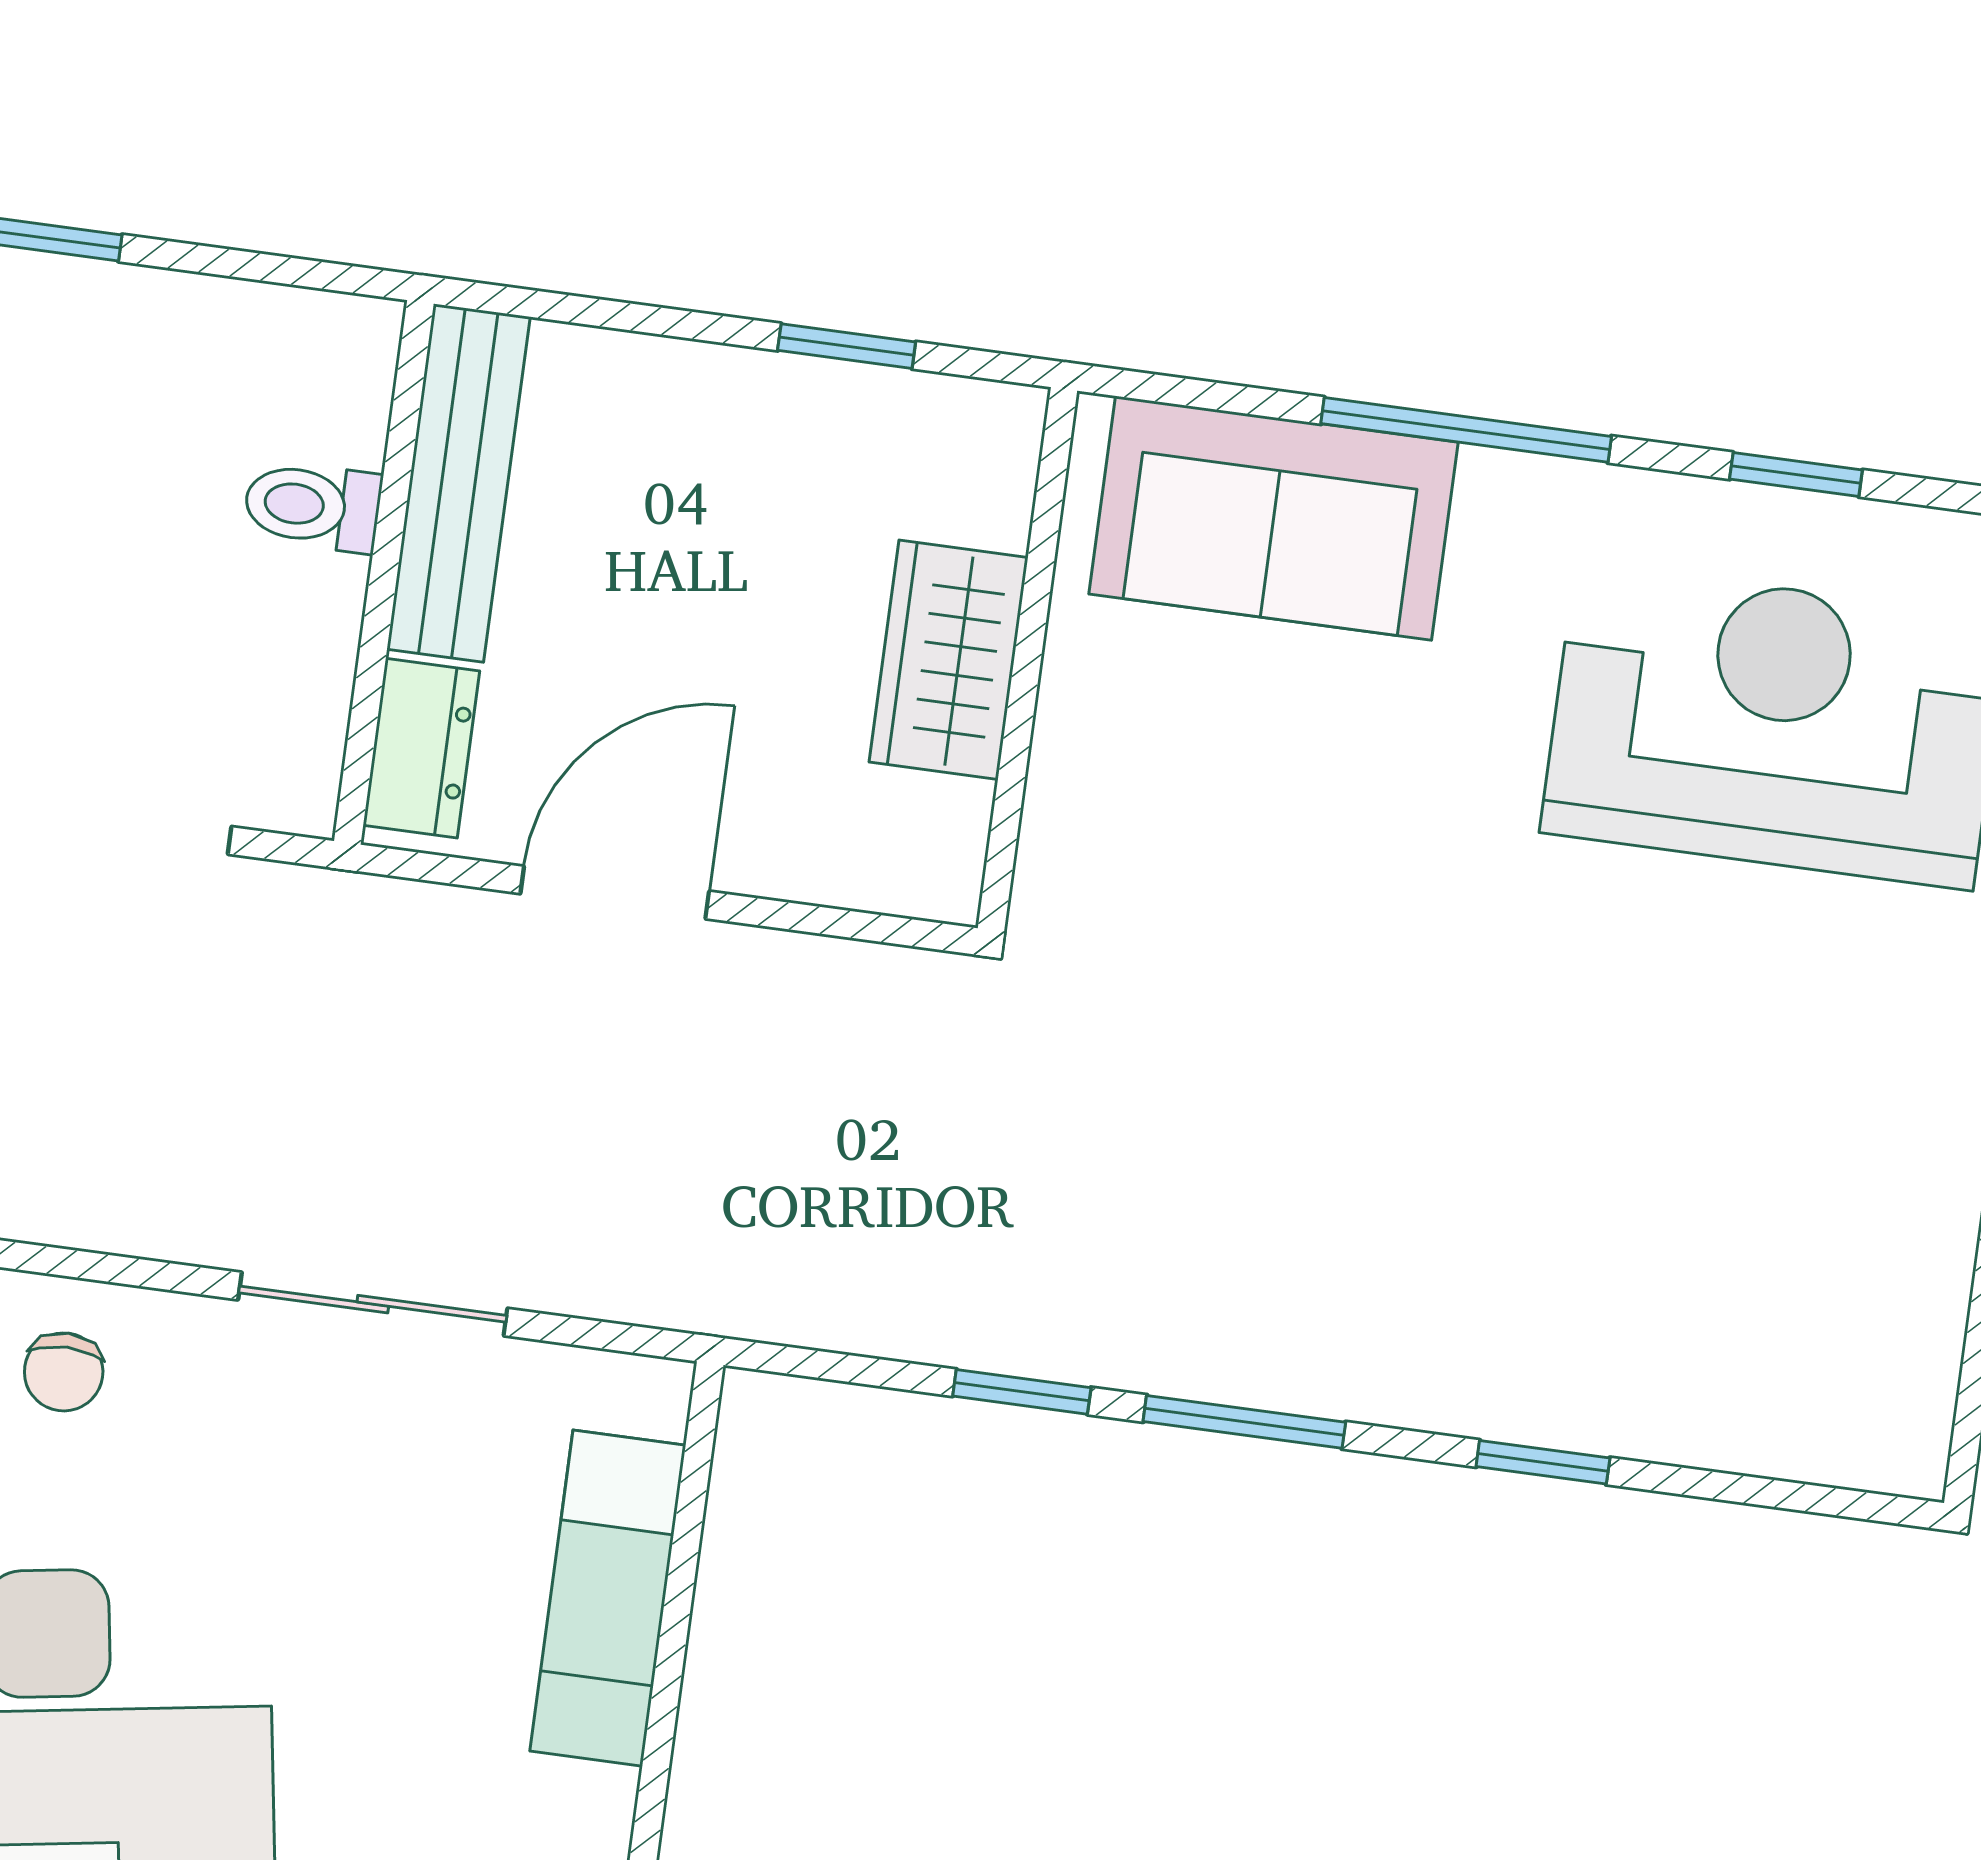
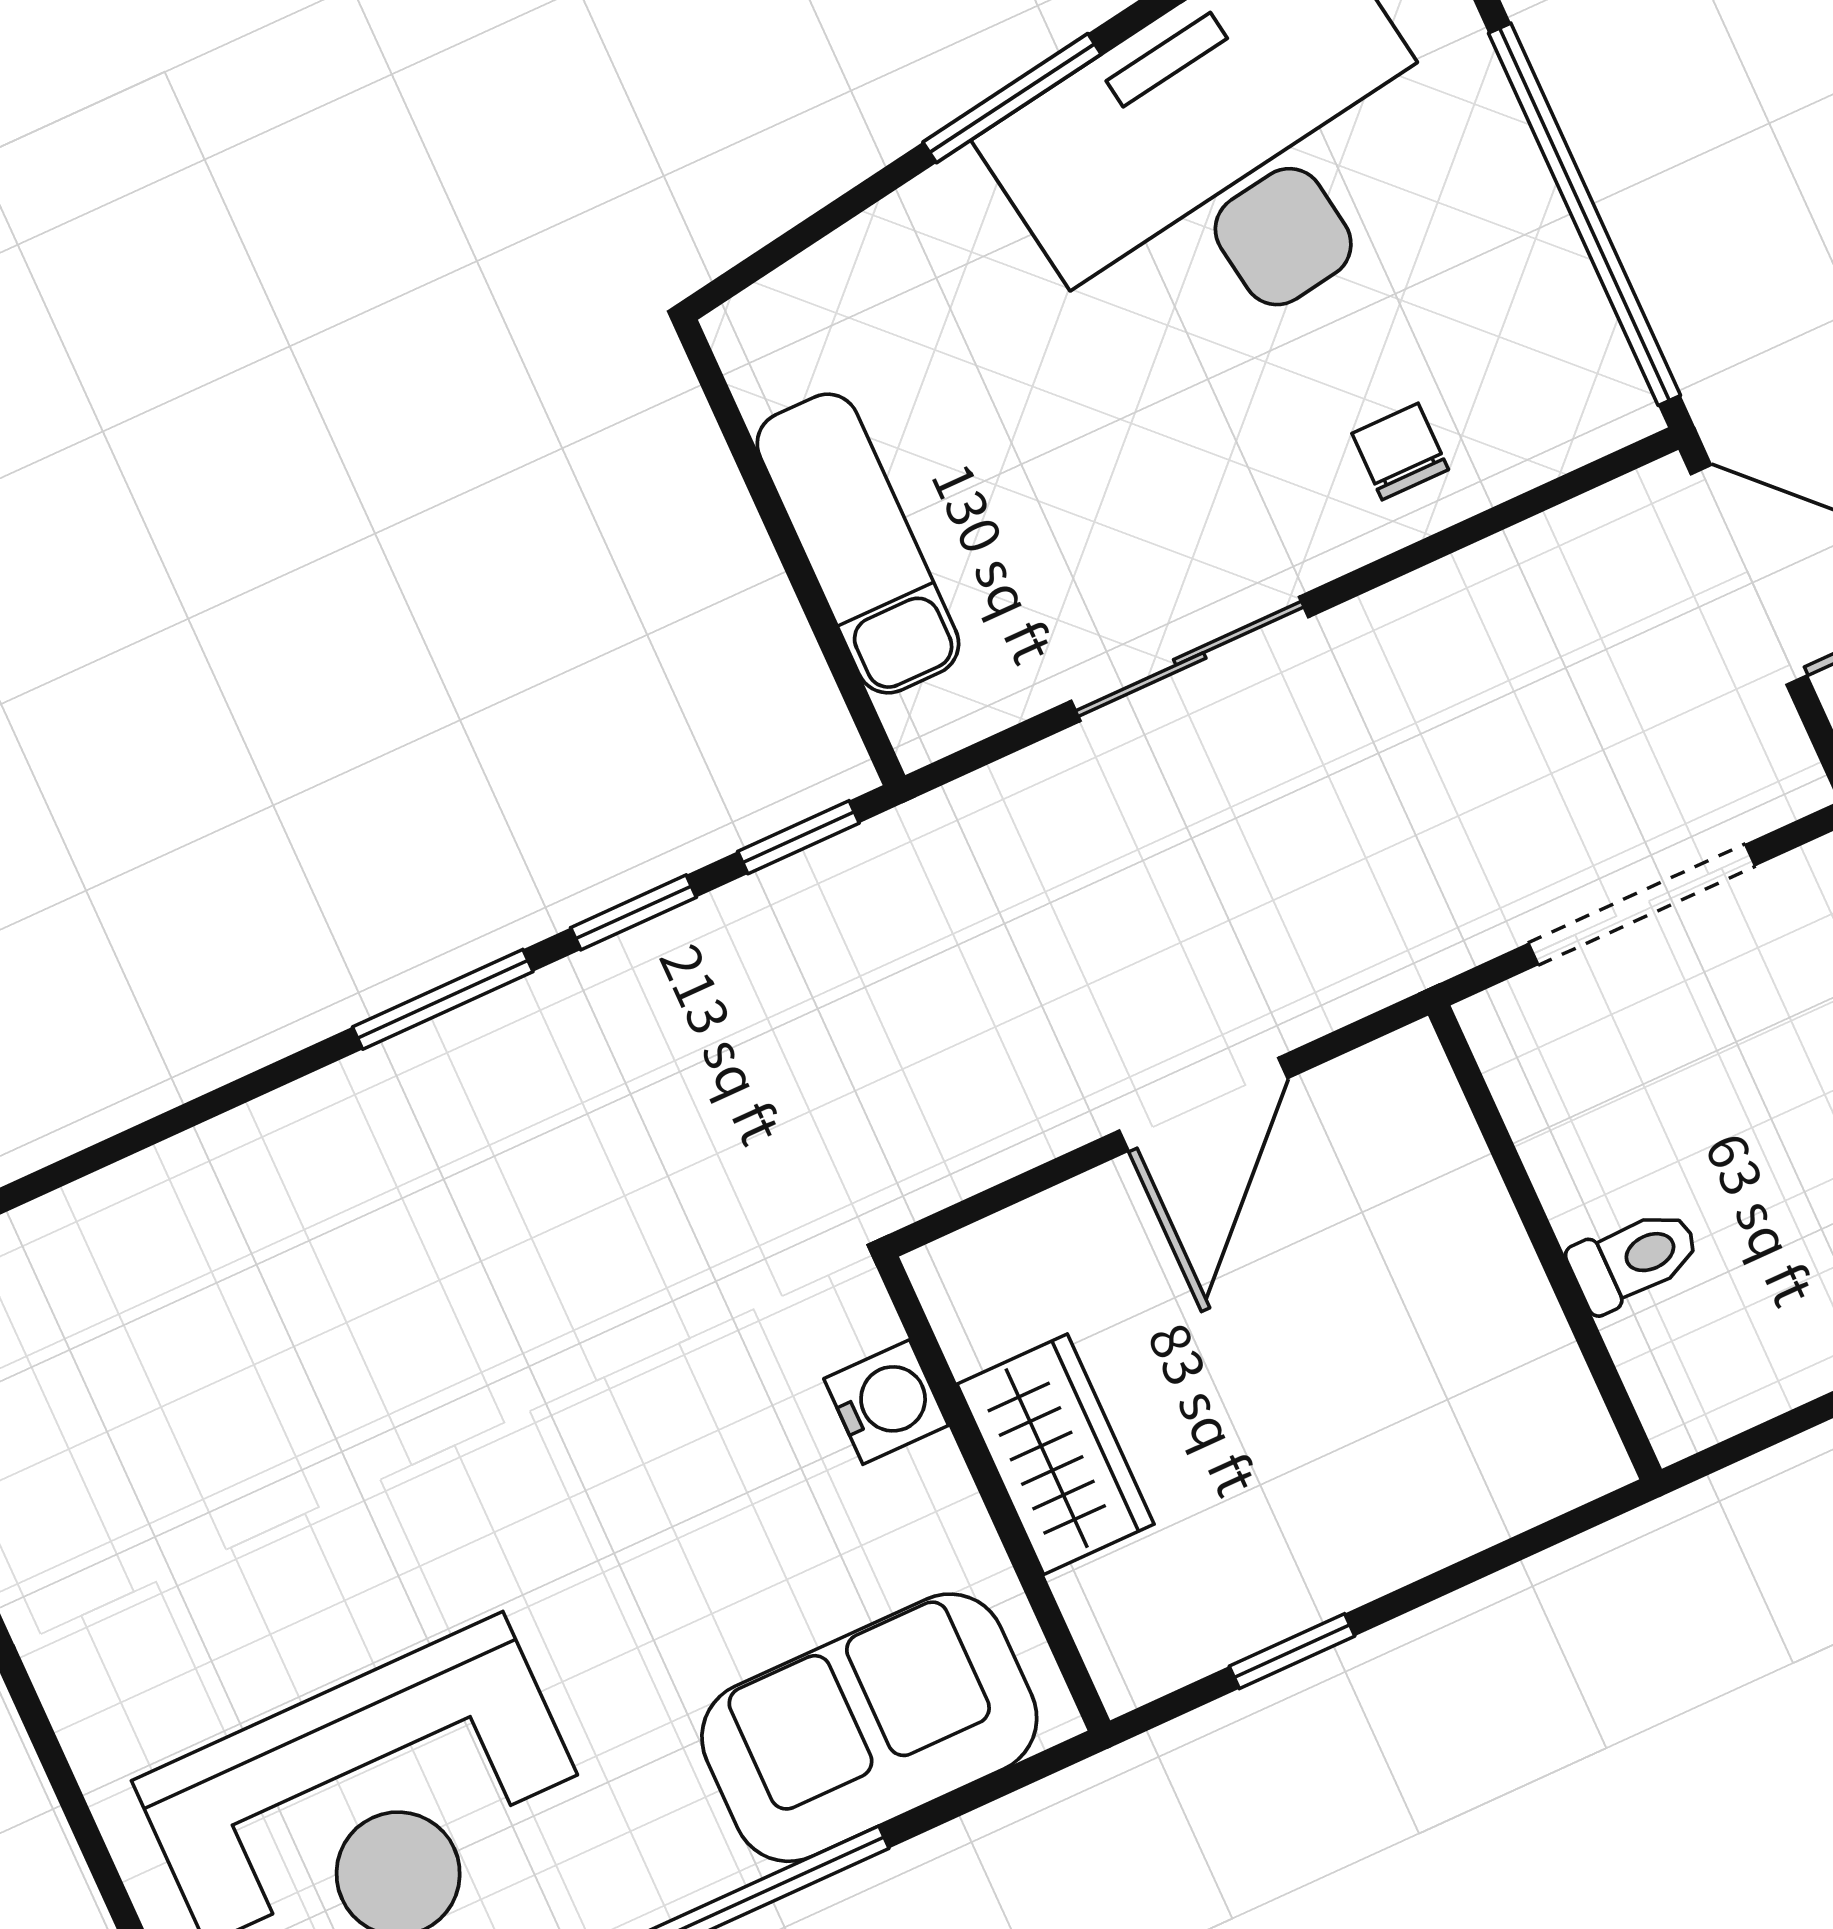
bench: (458, 483) -> (1530, 1350), removed
dresser: (421, 748) -> (1428, 1122), removed
water cooler: (1072, 804) -> (886, 1402), added
window: (1543, 1462) -> (798, 837), moved

